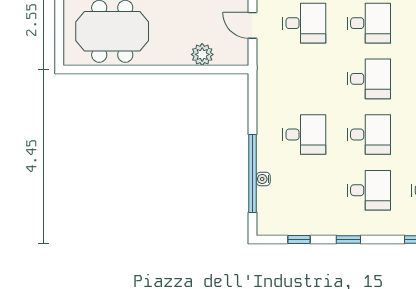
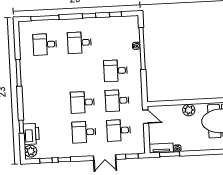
door: (253, 25) -> (146, 117), moved
plant: (202, 54) -> (189, 110), moved
desk: (369, 135) -> (117, 101), moved

